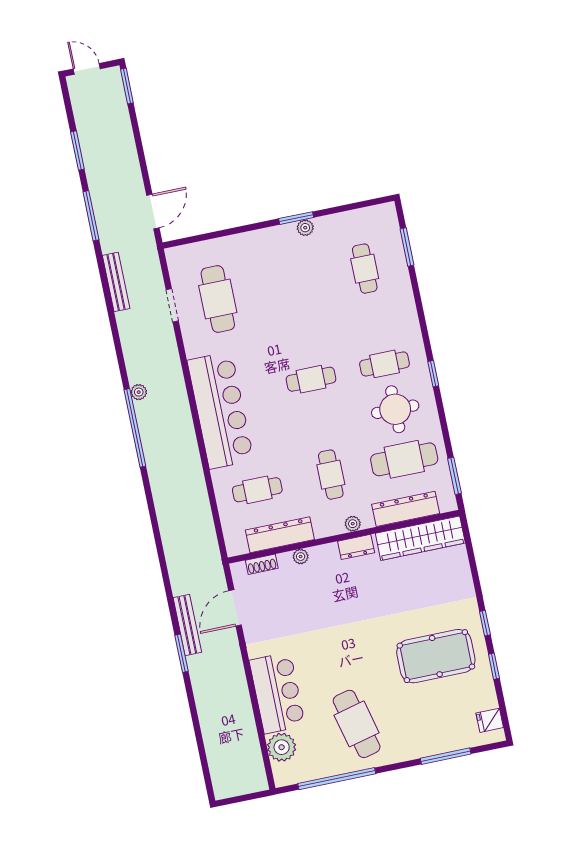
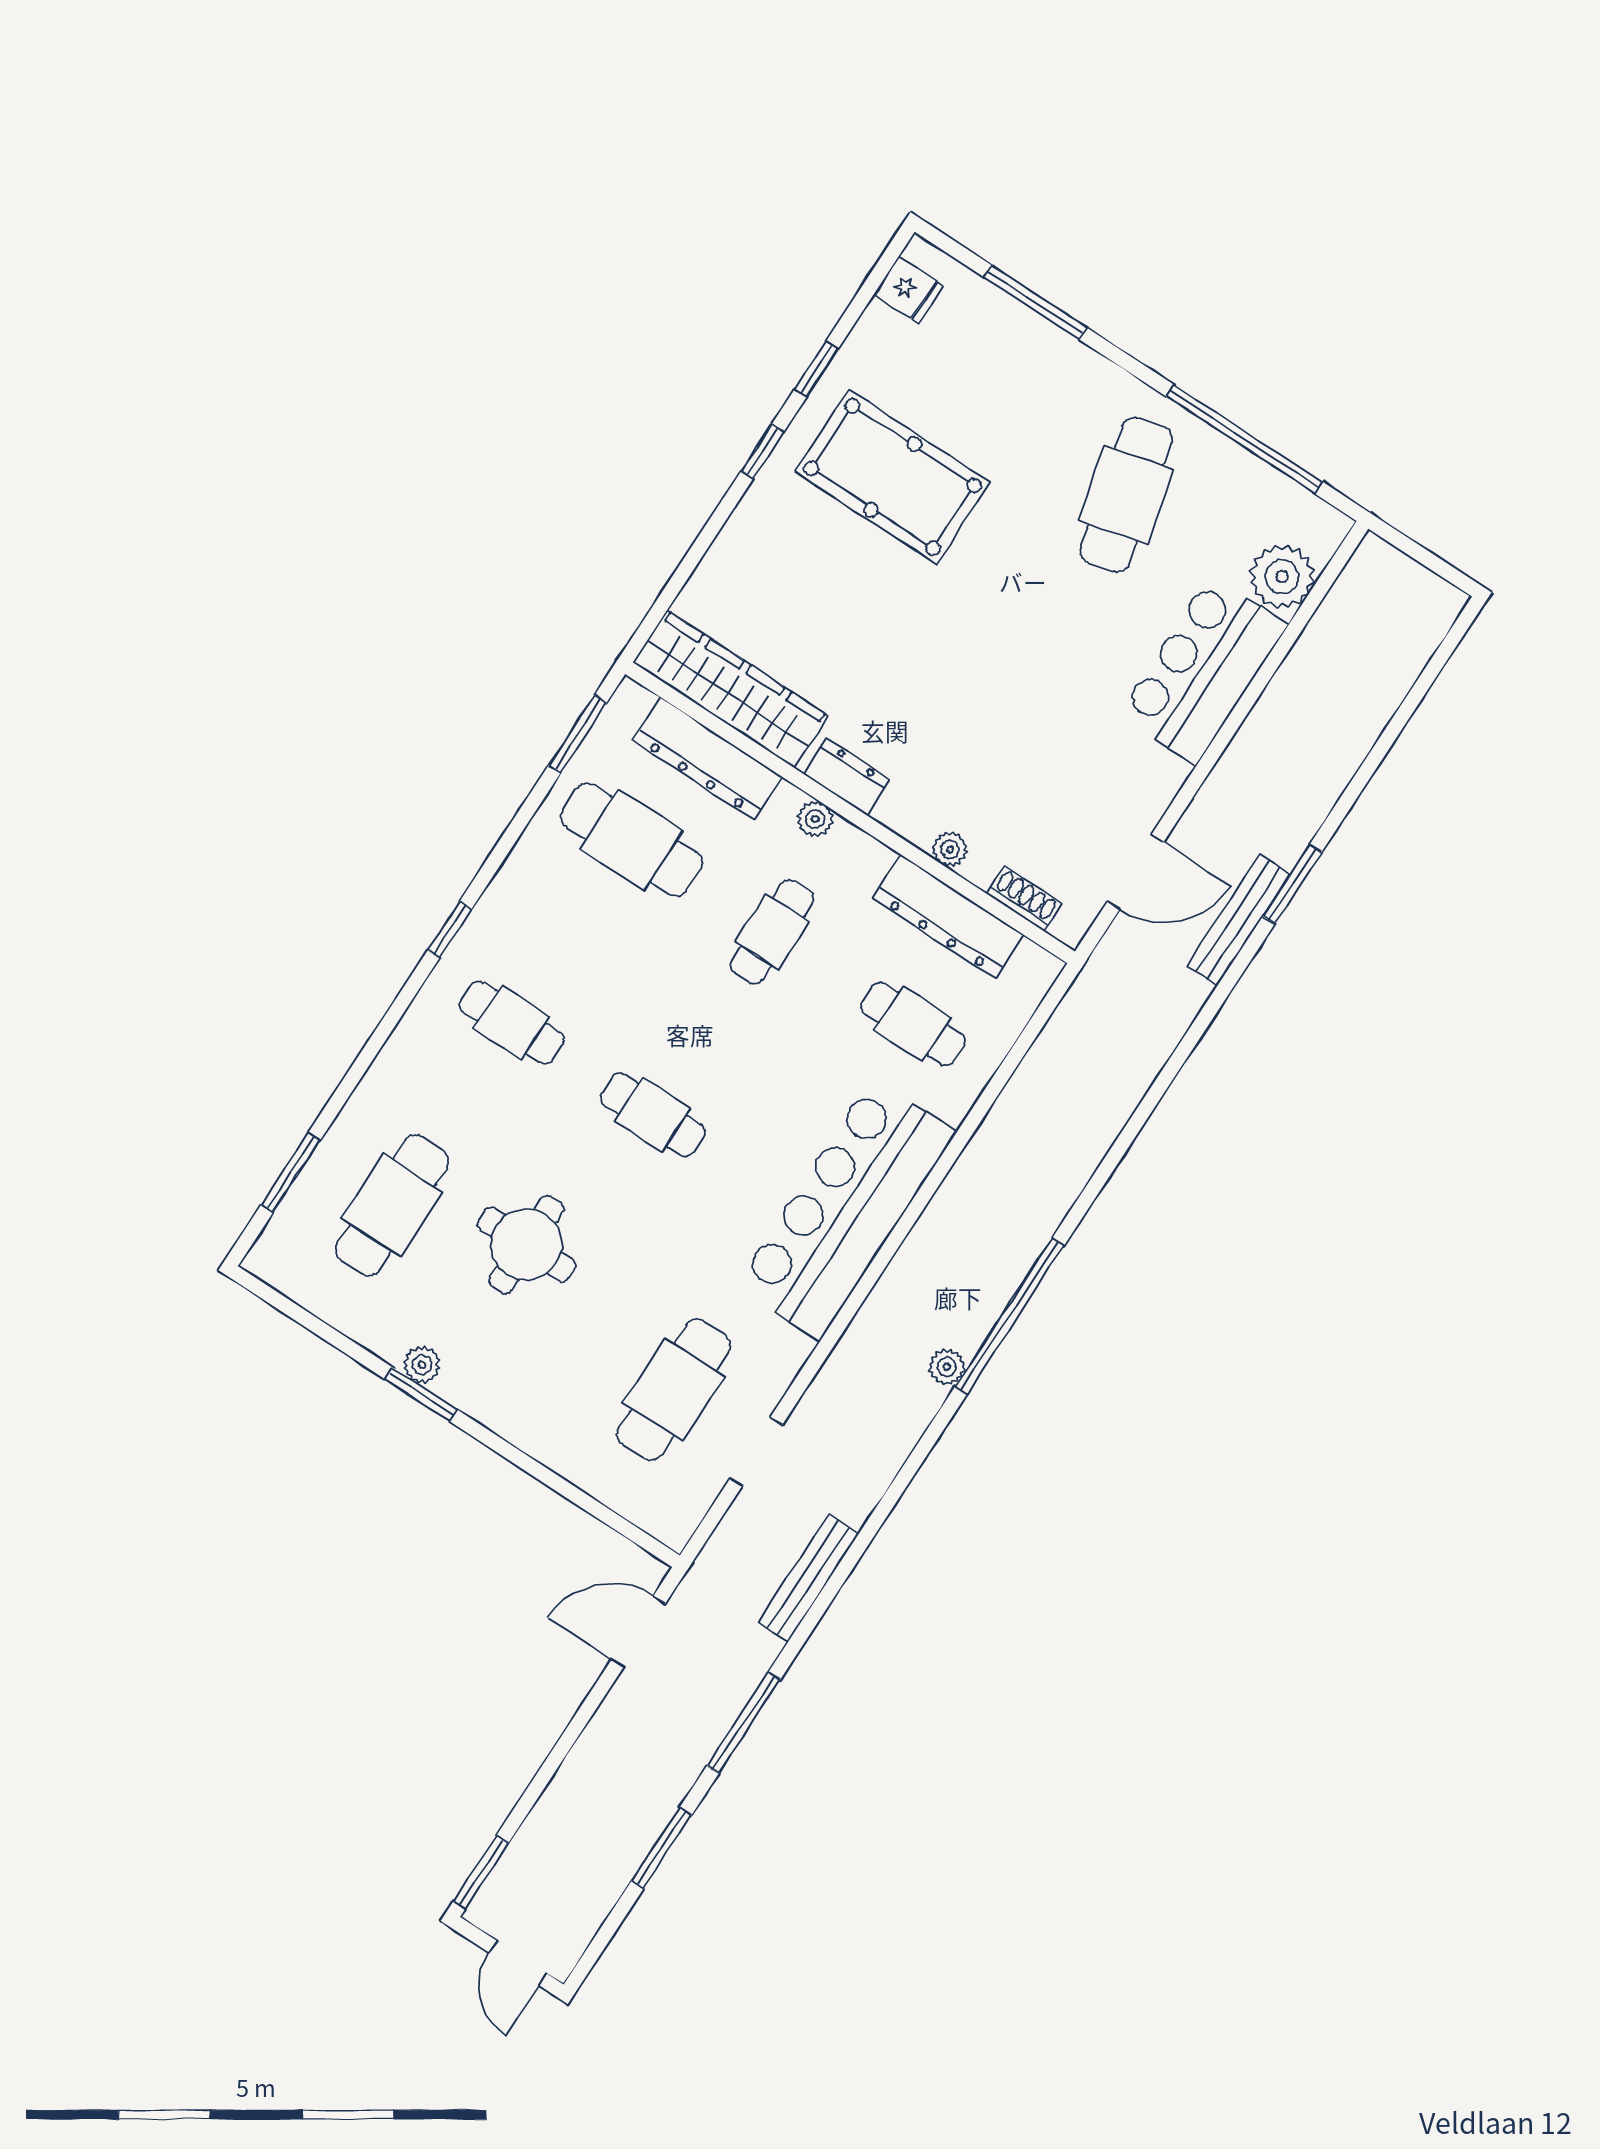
cafe table: (365, 269) -> (392, 1205), width x1.37, depth x1.35
round table: (395, 409) -> (526, 1245), moved

